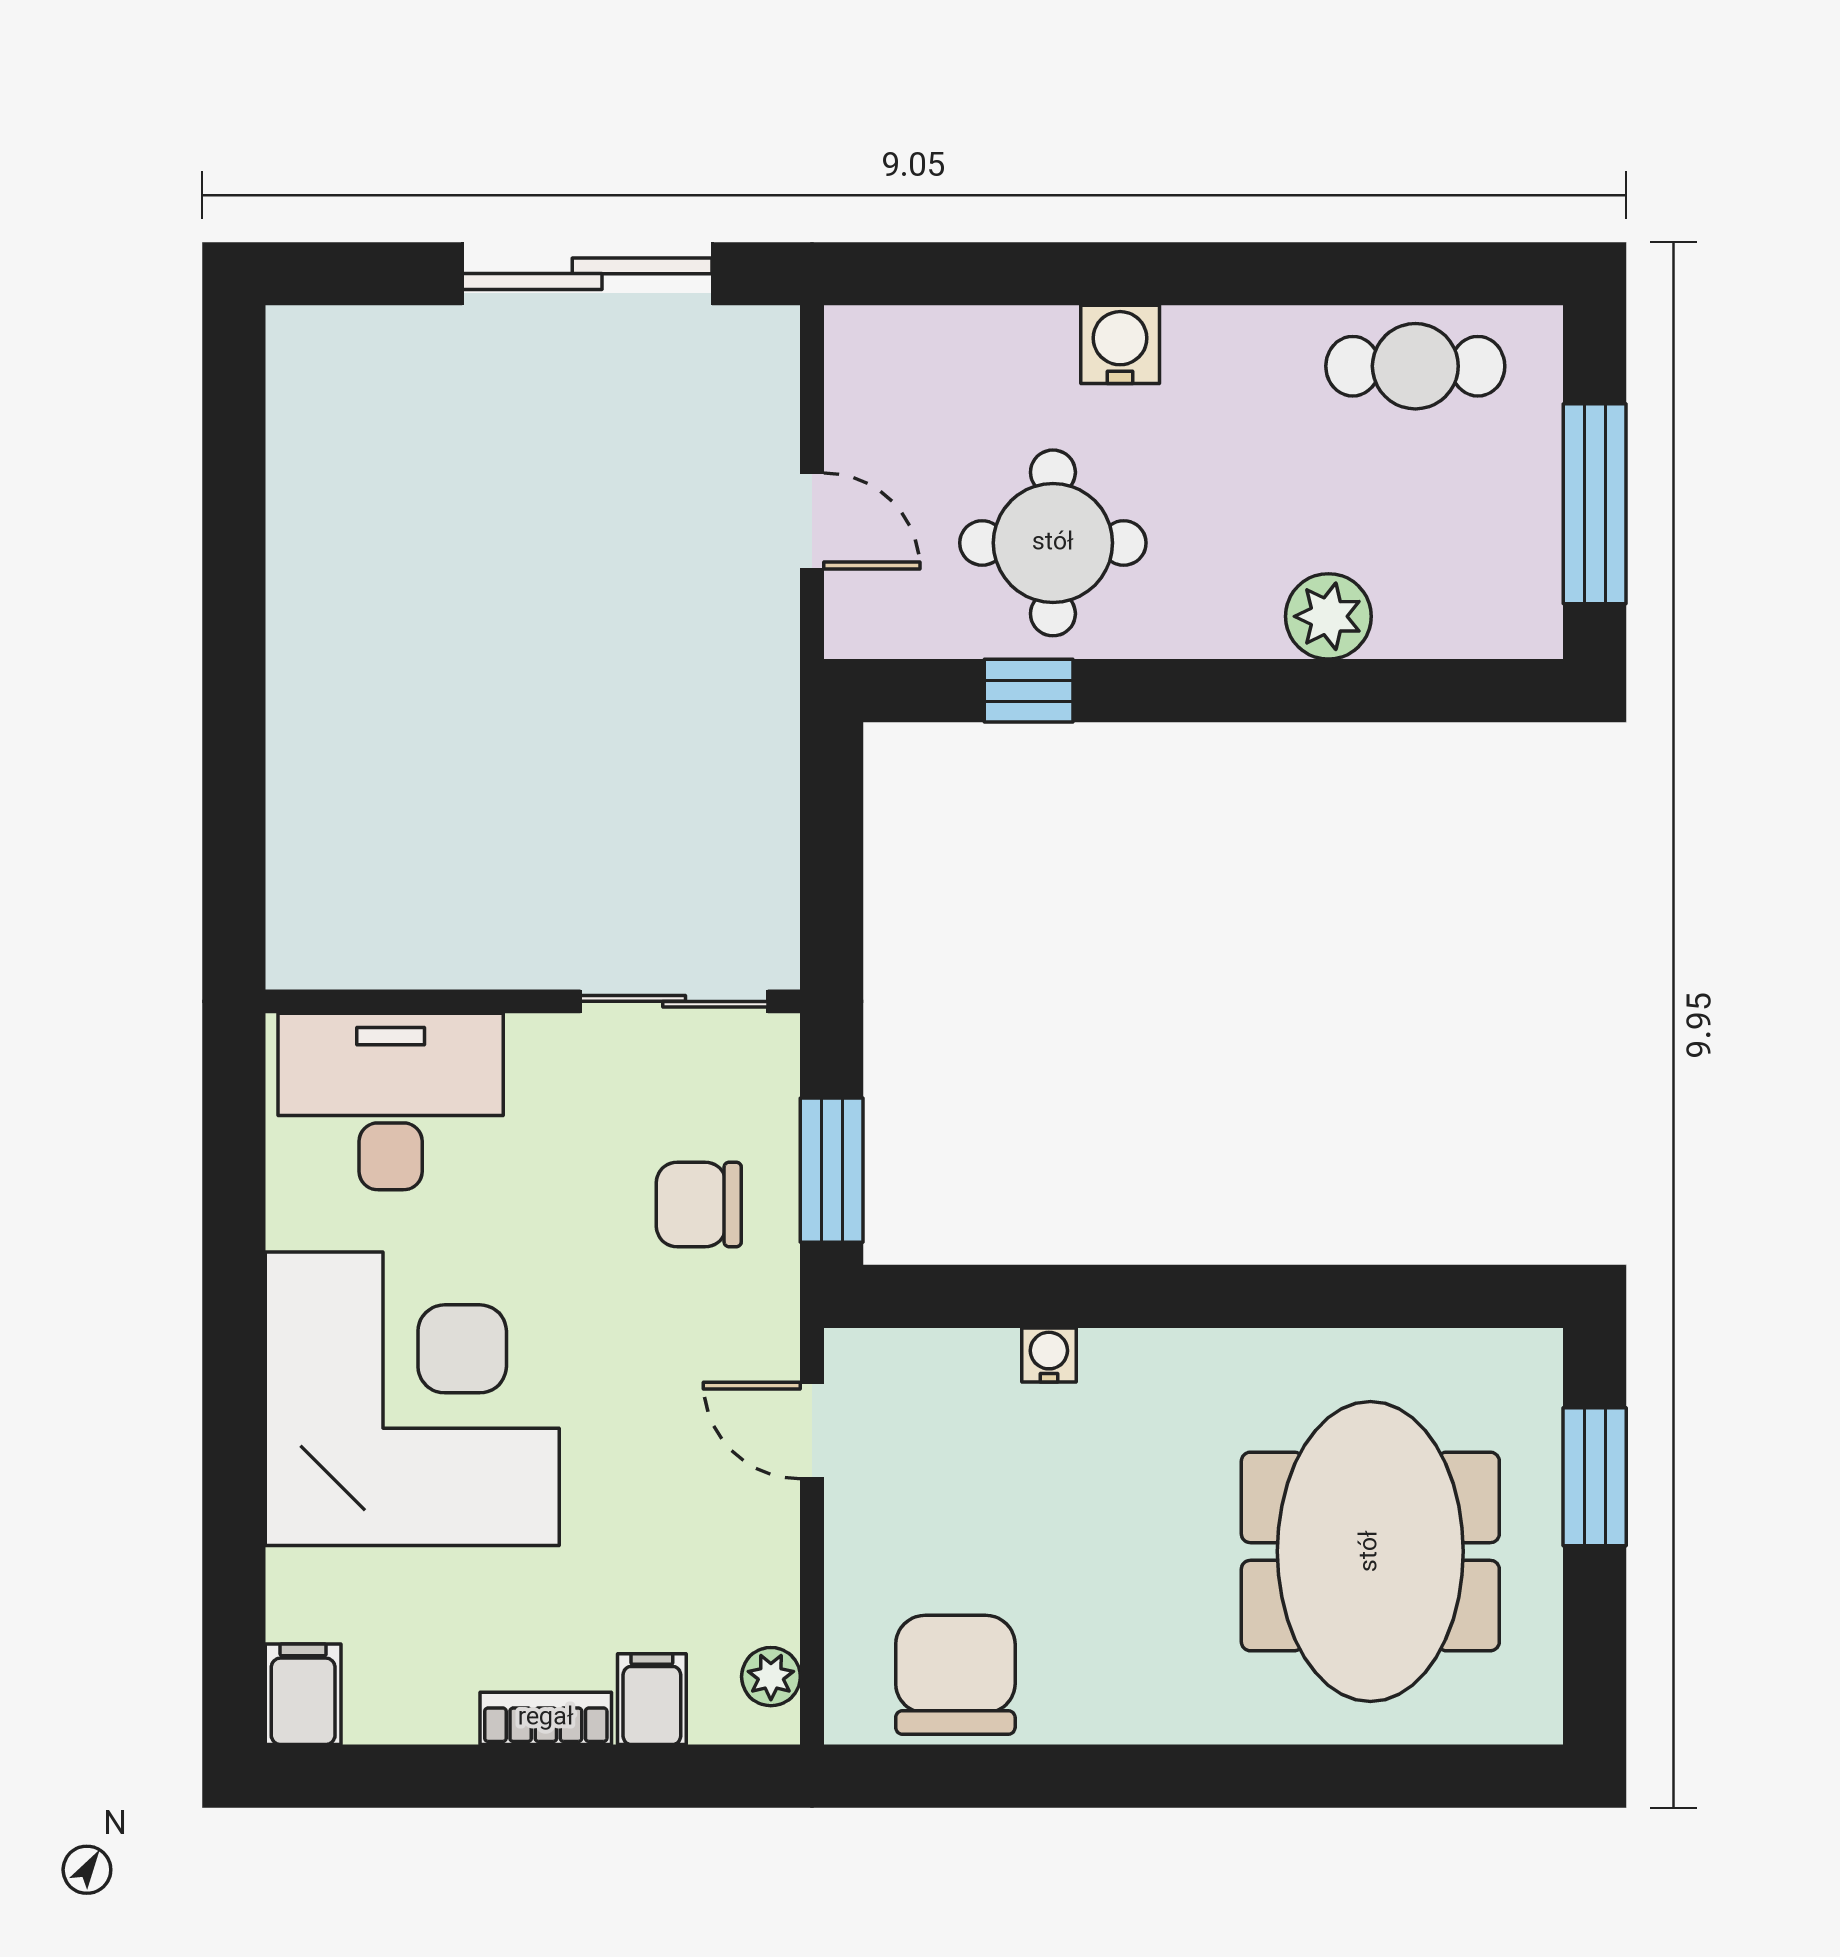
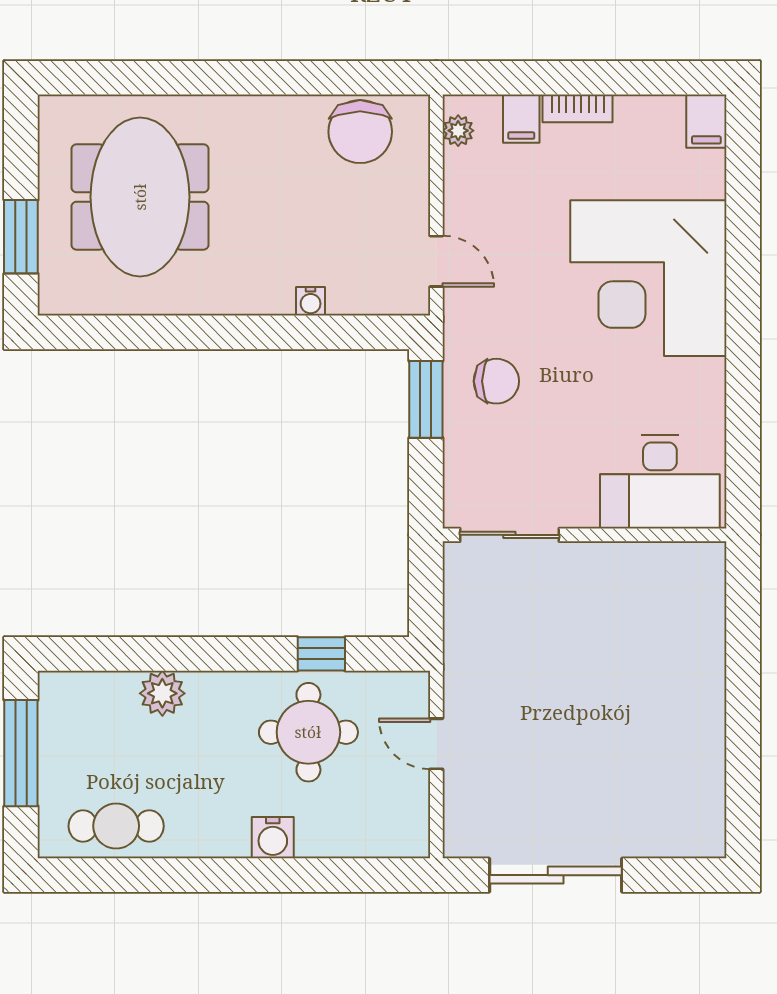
wall: (533, 1001) -> (584, 535), moved
sliding door: (674, 1001) -> (509, 535), moved
desk: (391, 1102) -> (660, 482), moved

